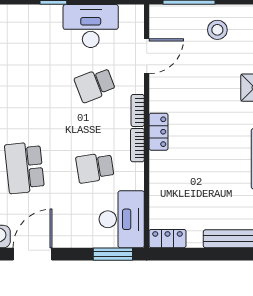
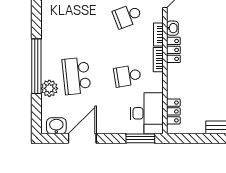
washbasin: (157, 102) -> (172, 28), added
locker: (168, 239) -> (173, 111), moved, turned 90

